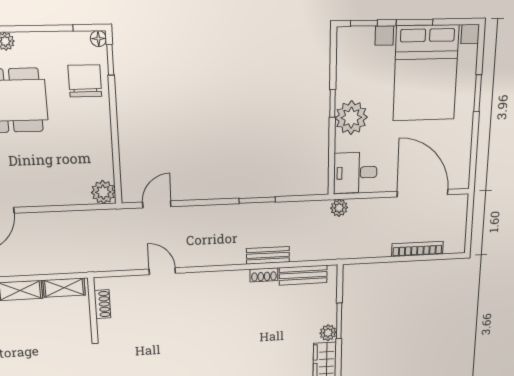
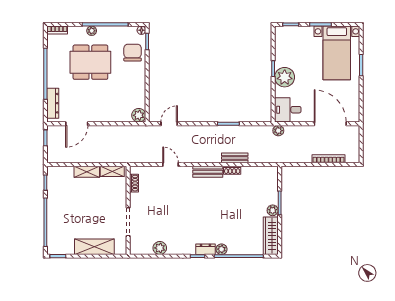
bed with nightstands: (426, 73) -> (337, 53), width x0.73
bench: (303, 275) -> (208, 172), moved

